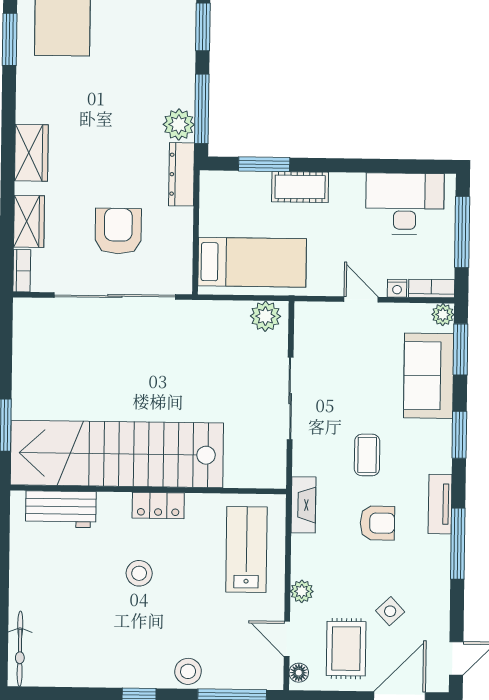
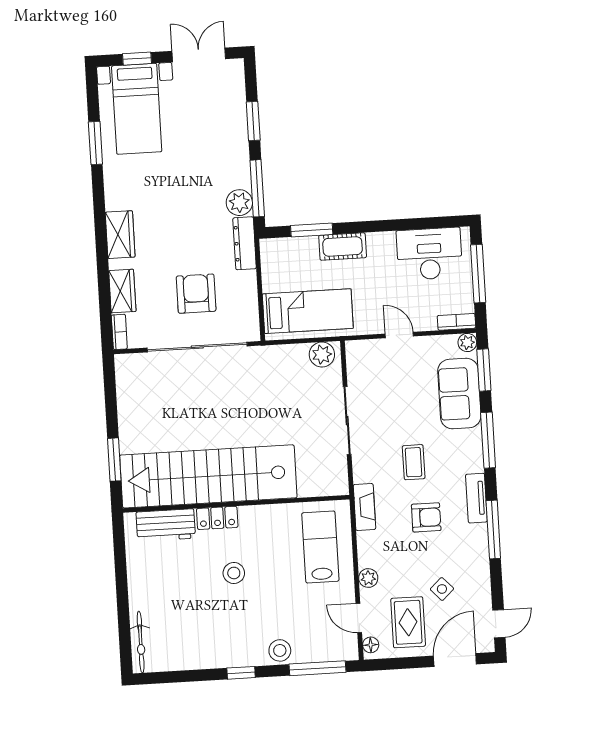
nightstand: (397, 288) -> (428, 324), removed
window: (459, 435) -> (488, 440), width x1.44
locker: (158, 505) -> (217, 518), moved

